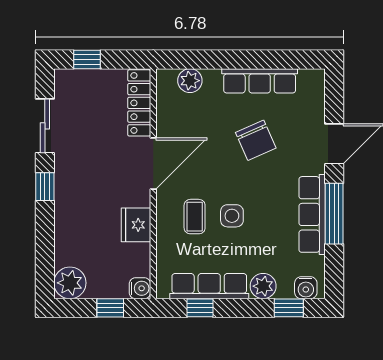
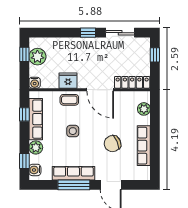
coffee table: (195, 217) -> (69, 100), moved
plant: (70, 283) -> (37, 57), moved
window: (110, 308) -> (24, 54), moved

